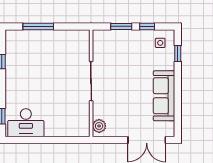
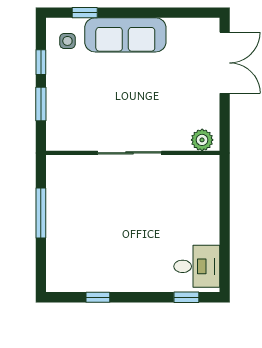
window: (38, 26) -> (41, 213), moved
sofa: (164, 96) -> (125, 35), moved
desk: (26, 123) -> (197, 266), width x0.73

